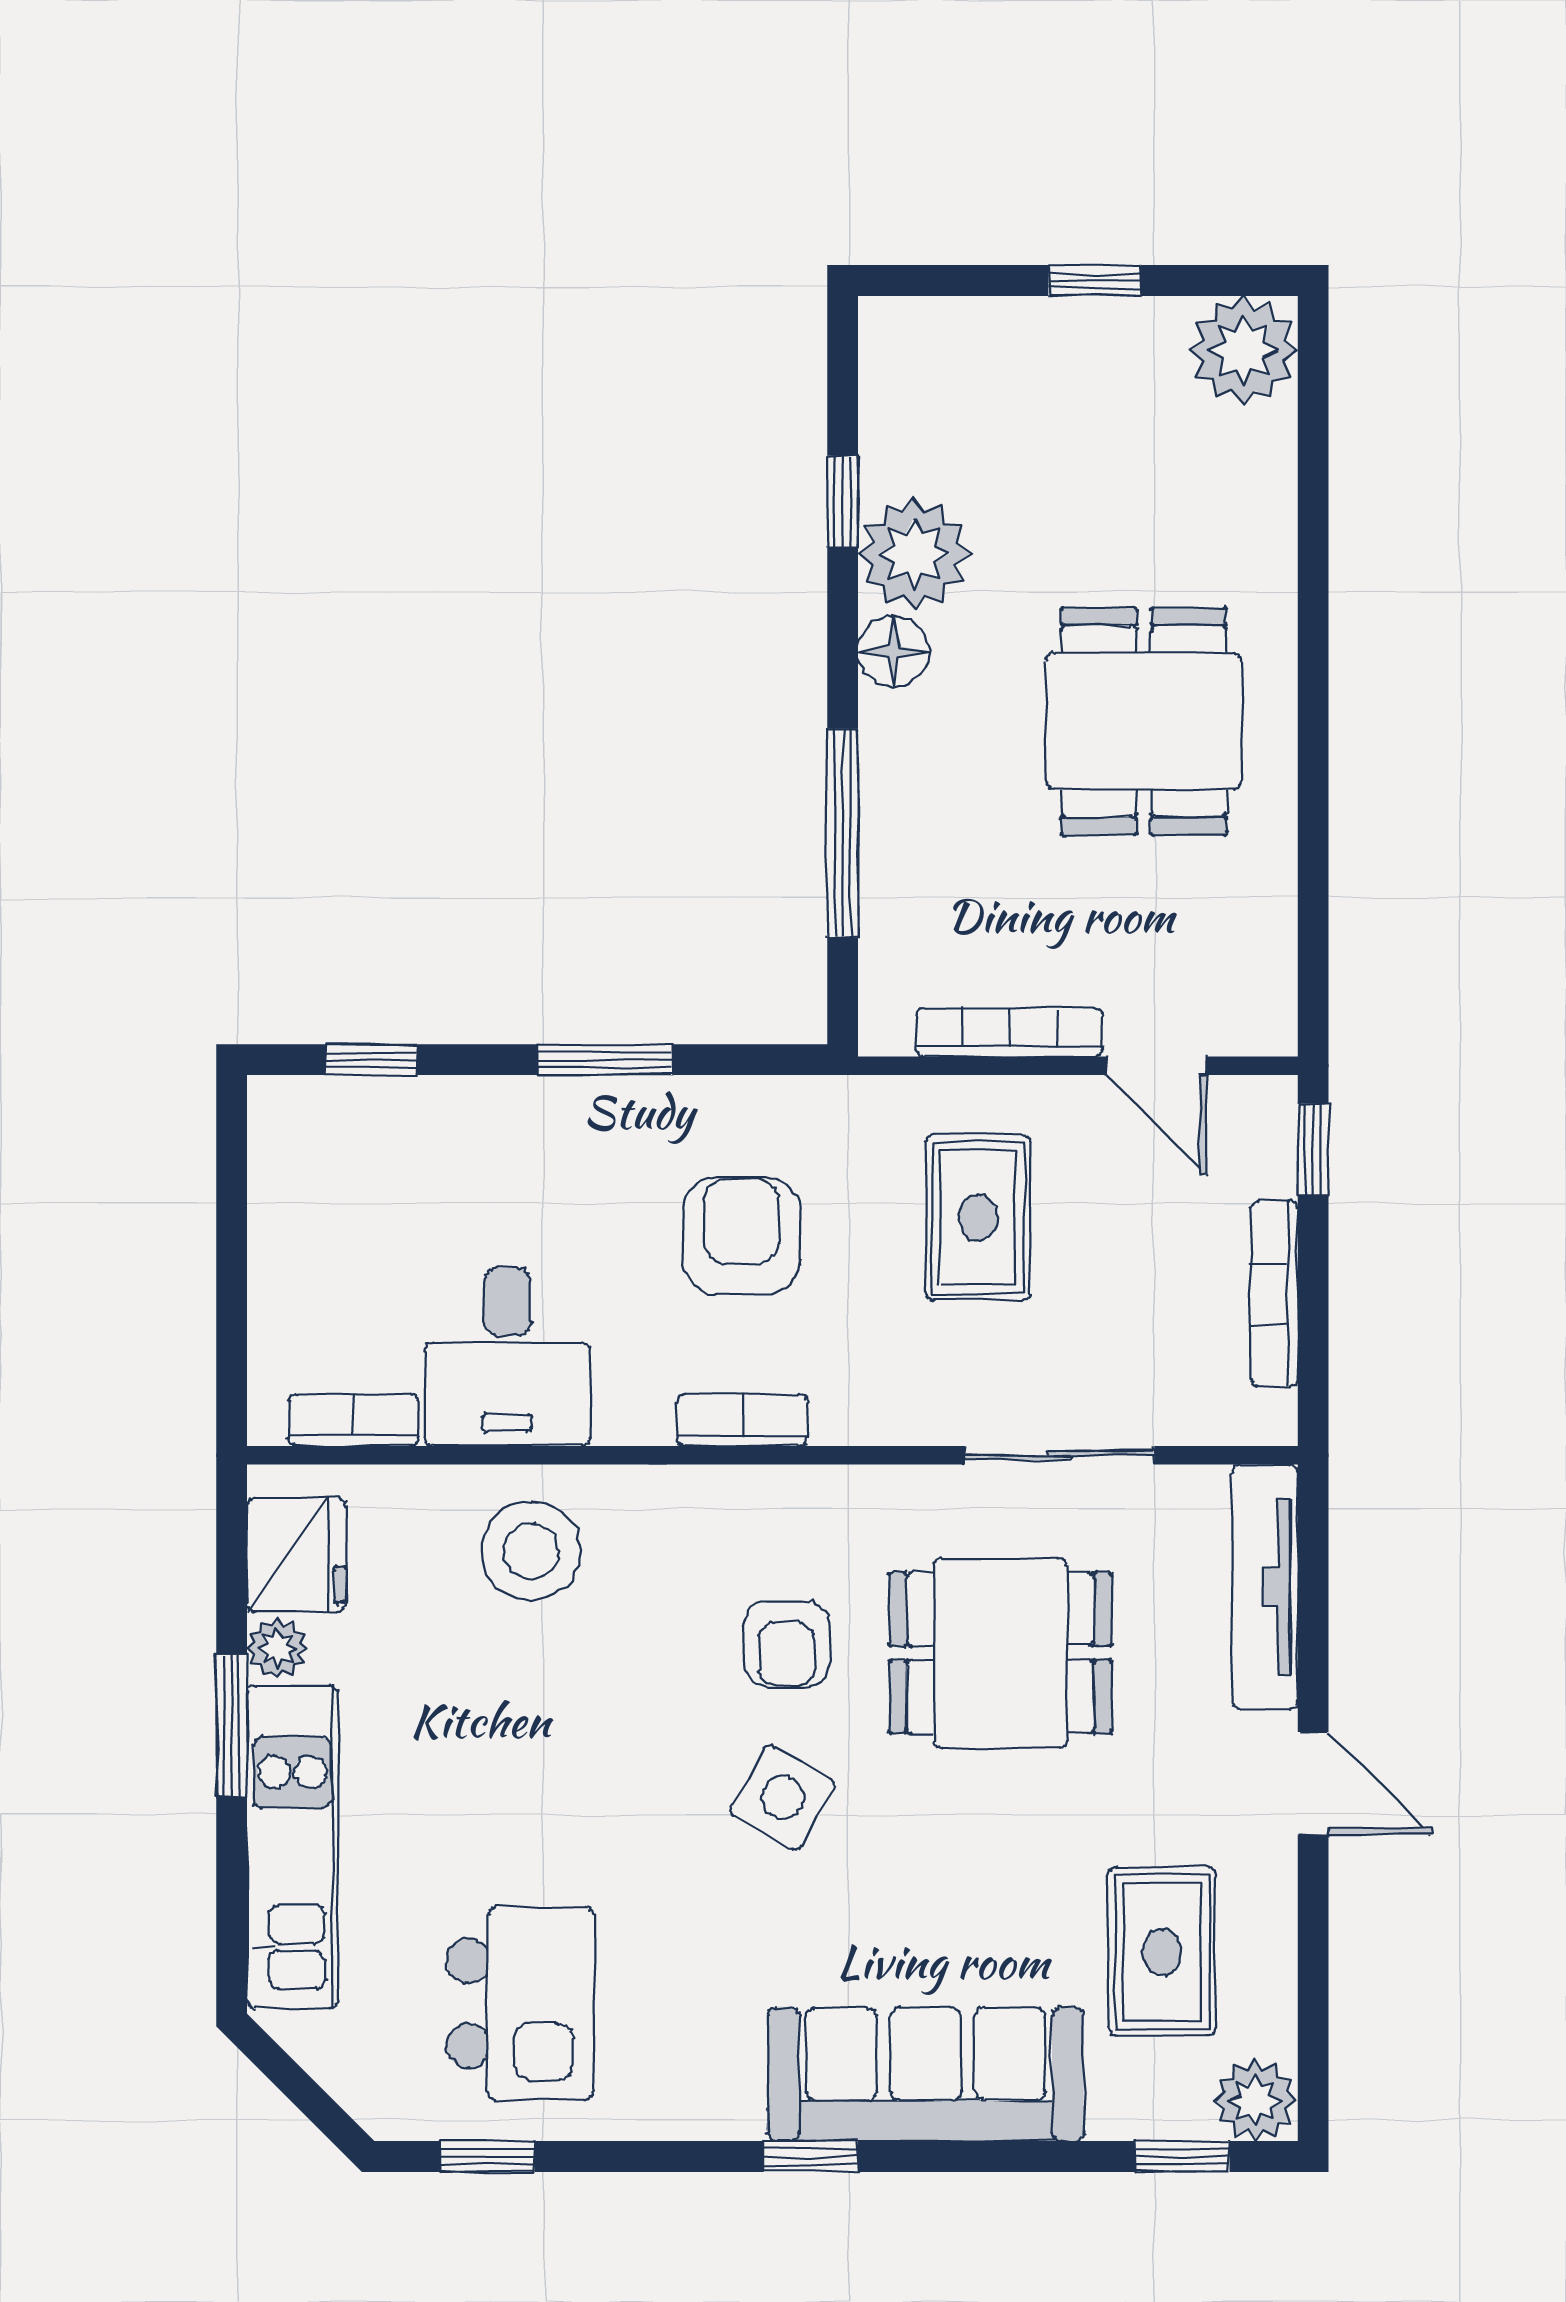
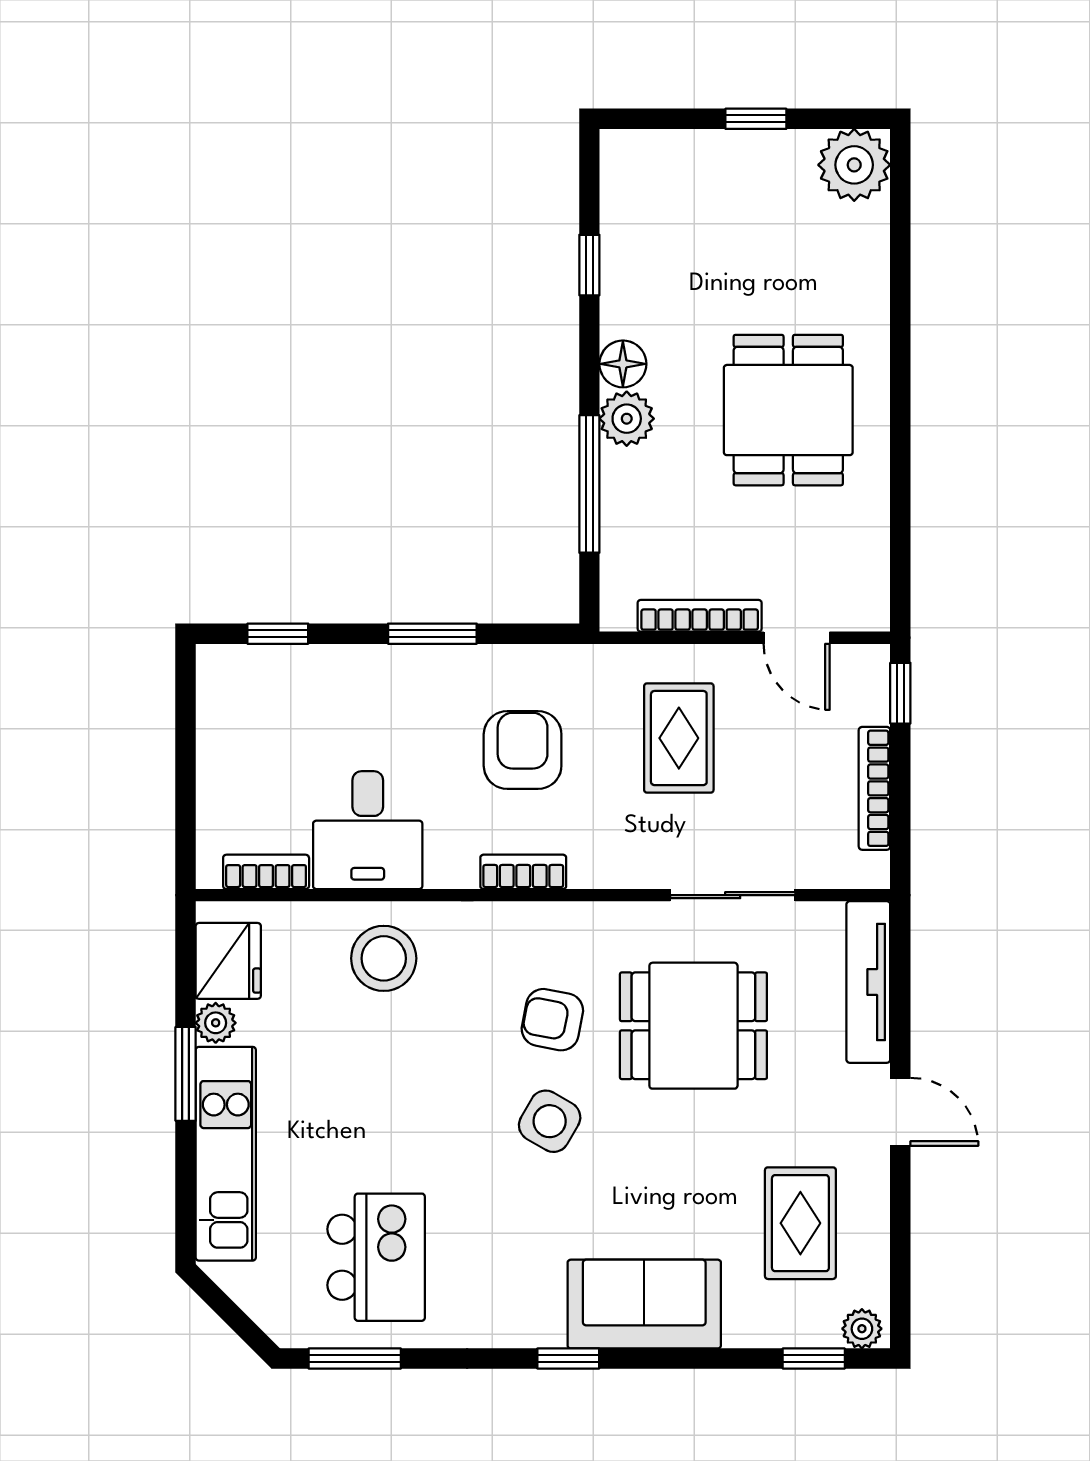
plant: (914, 554) -> (627, 419), moved, width x0.73, depth x0.73
armchair: (787, 1644) -> (552, 1020), turned 101
sofa: (926, 2074) -> (644, 1304), width x0.73
plant: (1255, 2100) -> (862, 1329), width x0.73, depth x0.73
window: (488, 2156) -> (355, 1359), width x1.50

